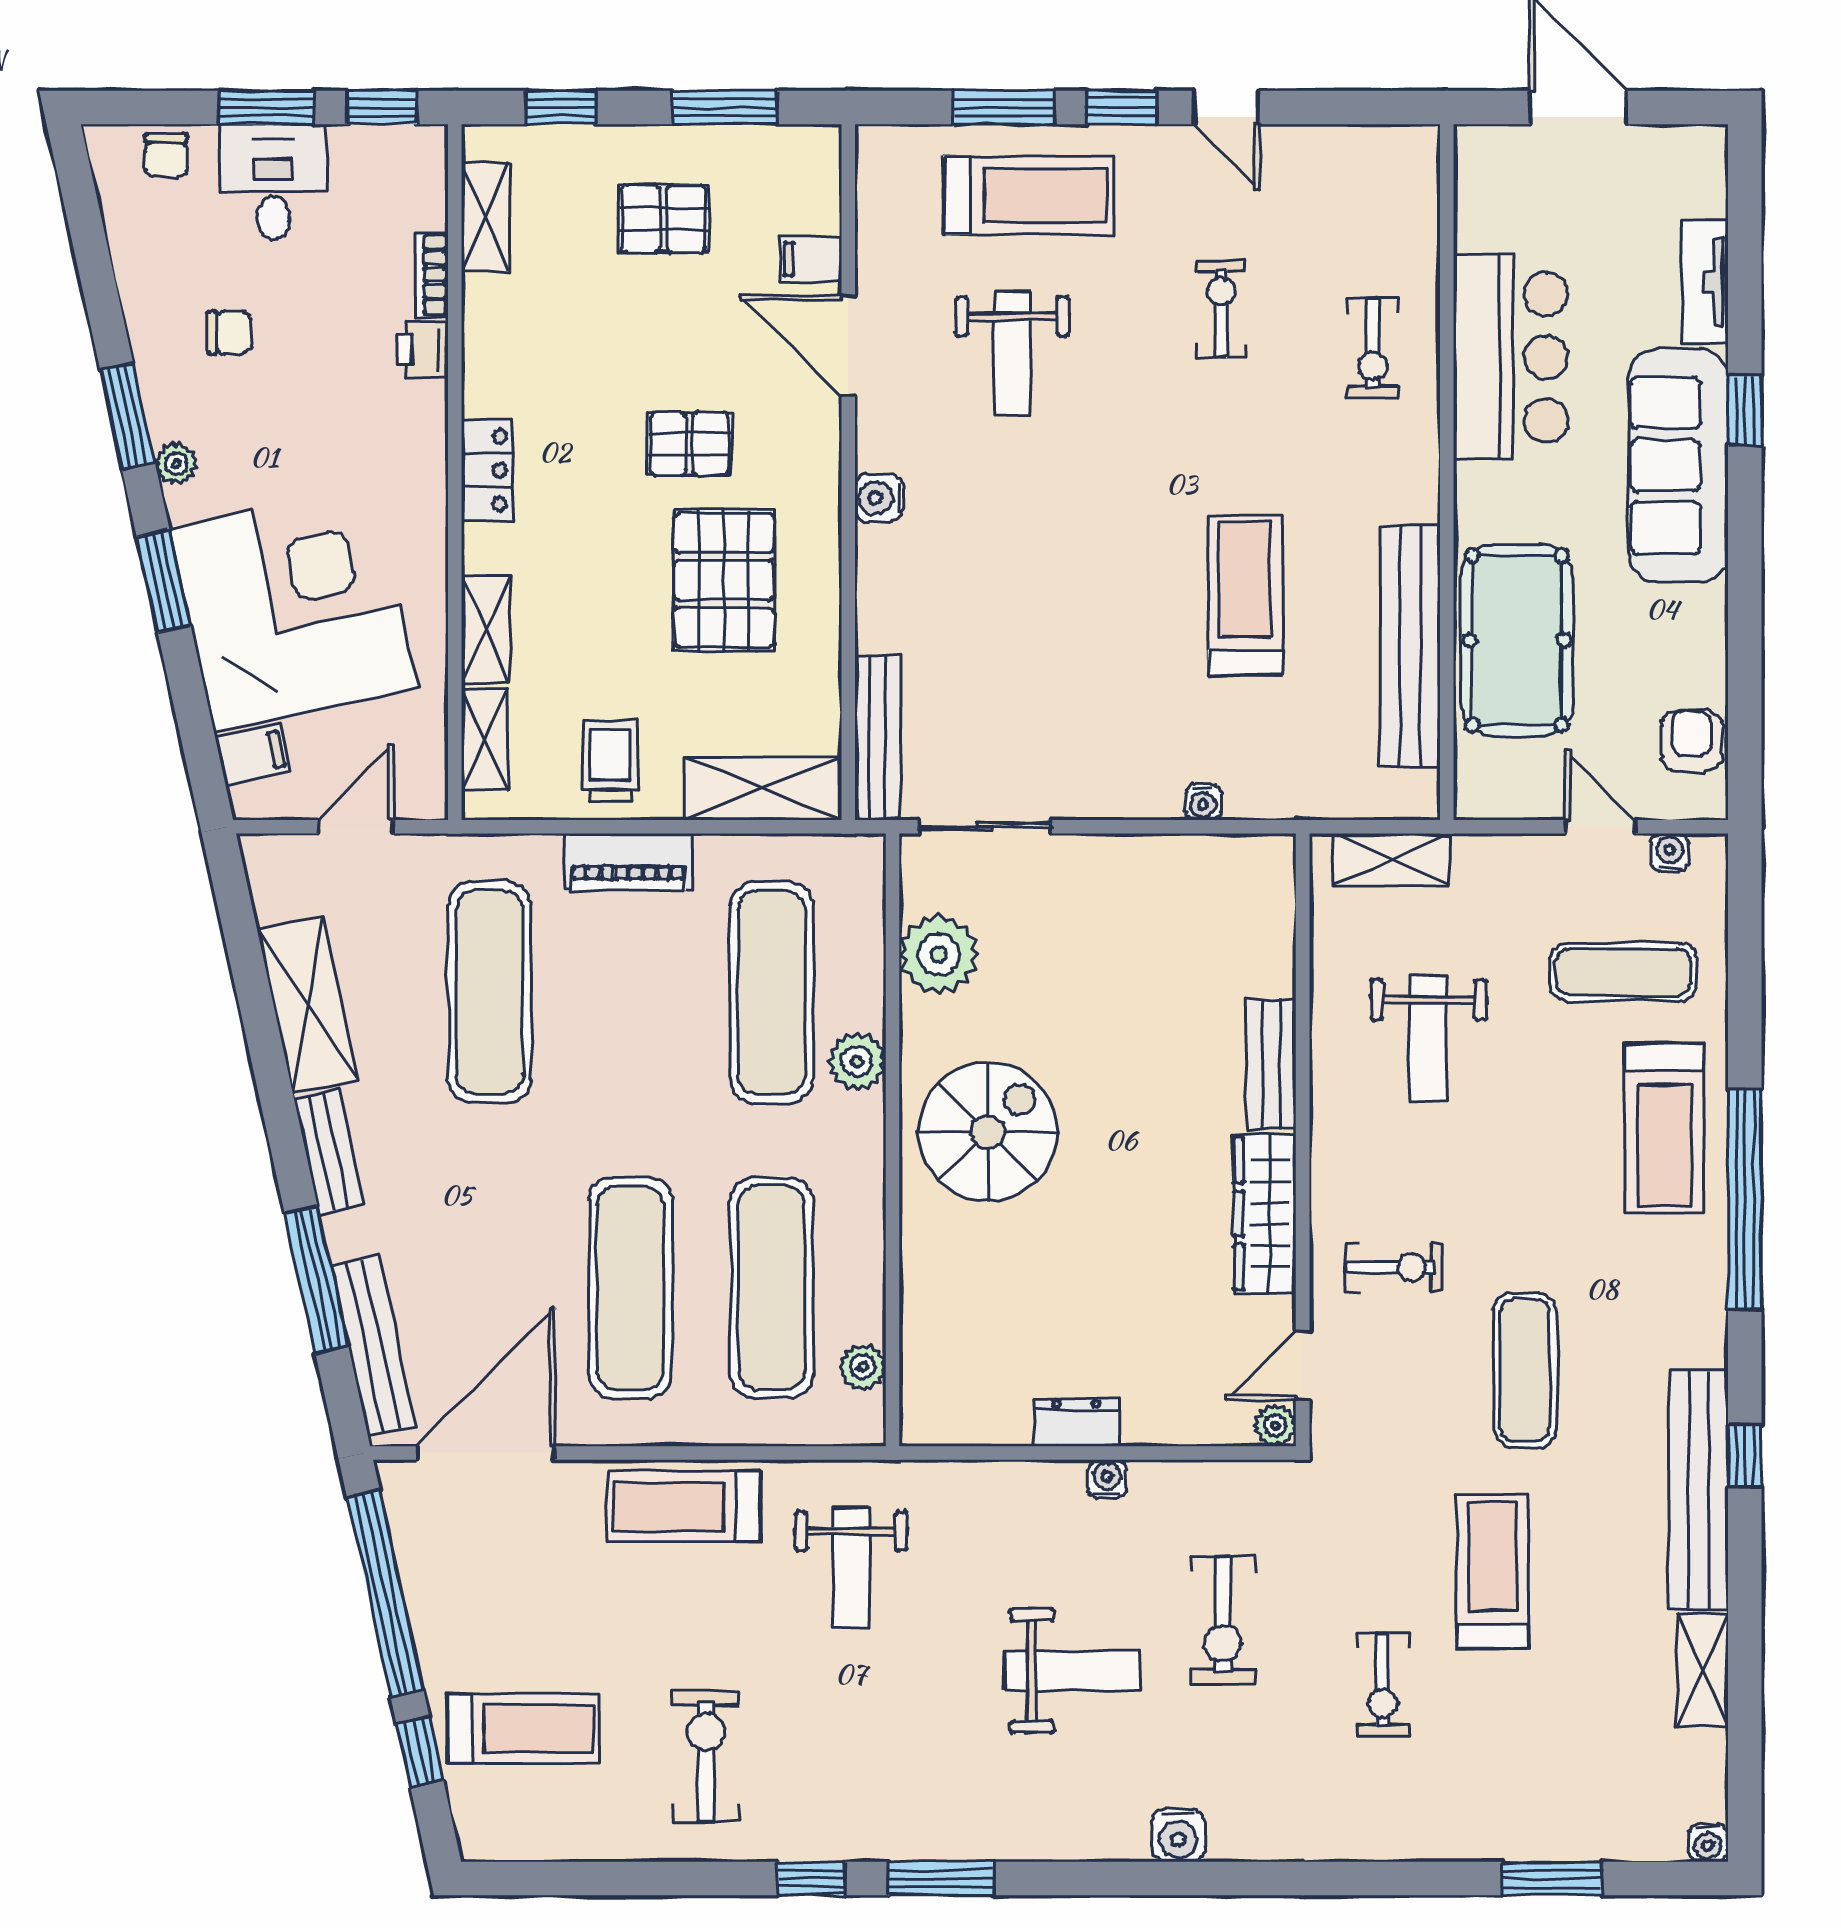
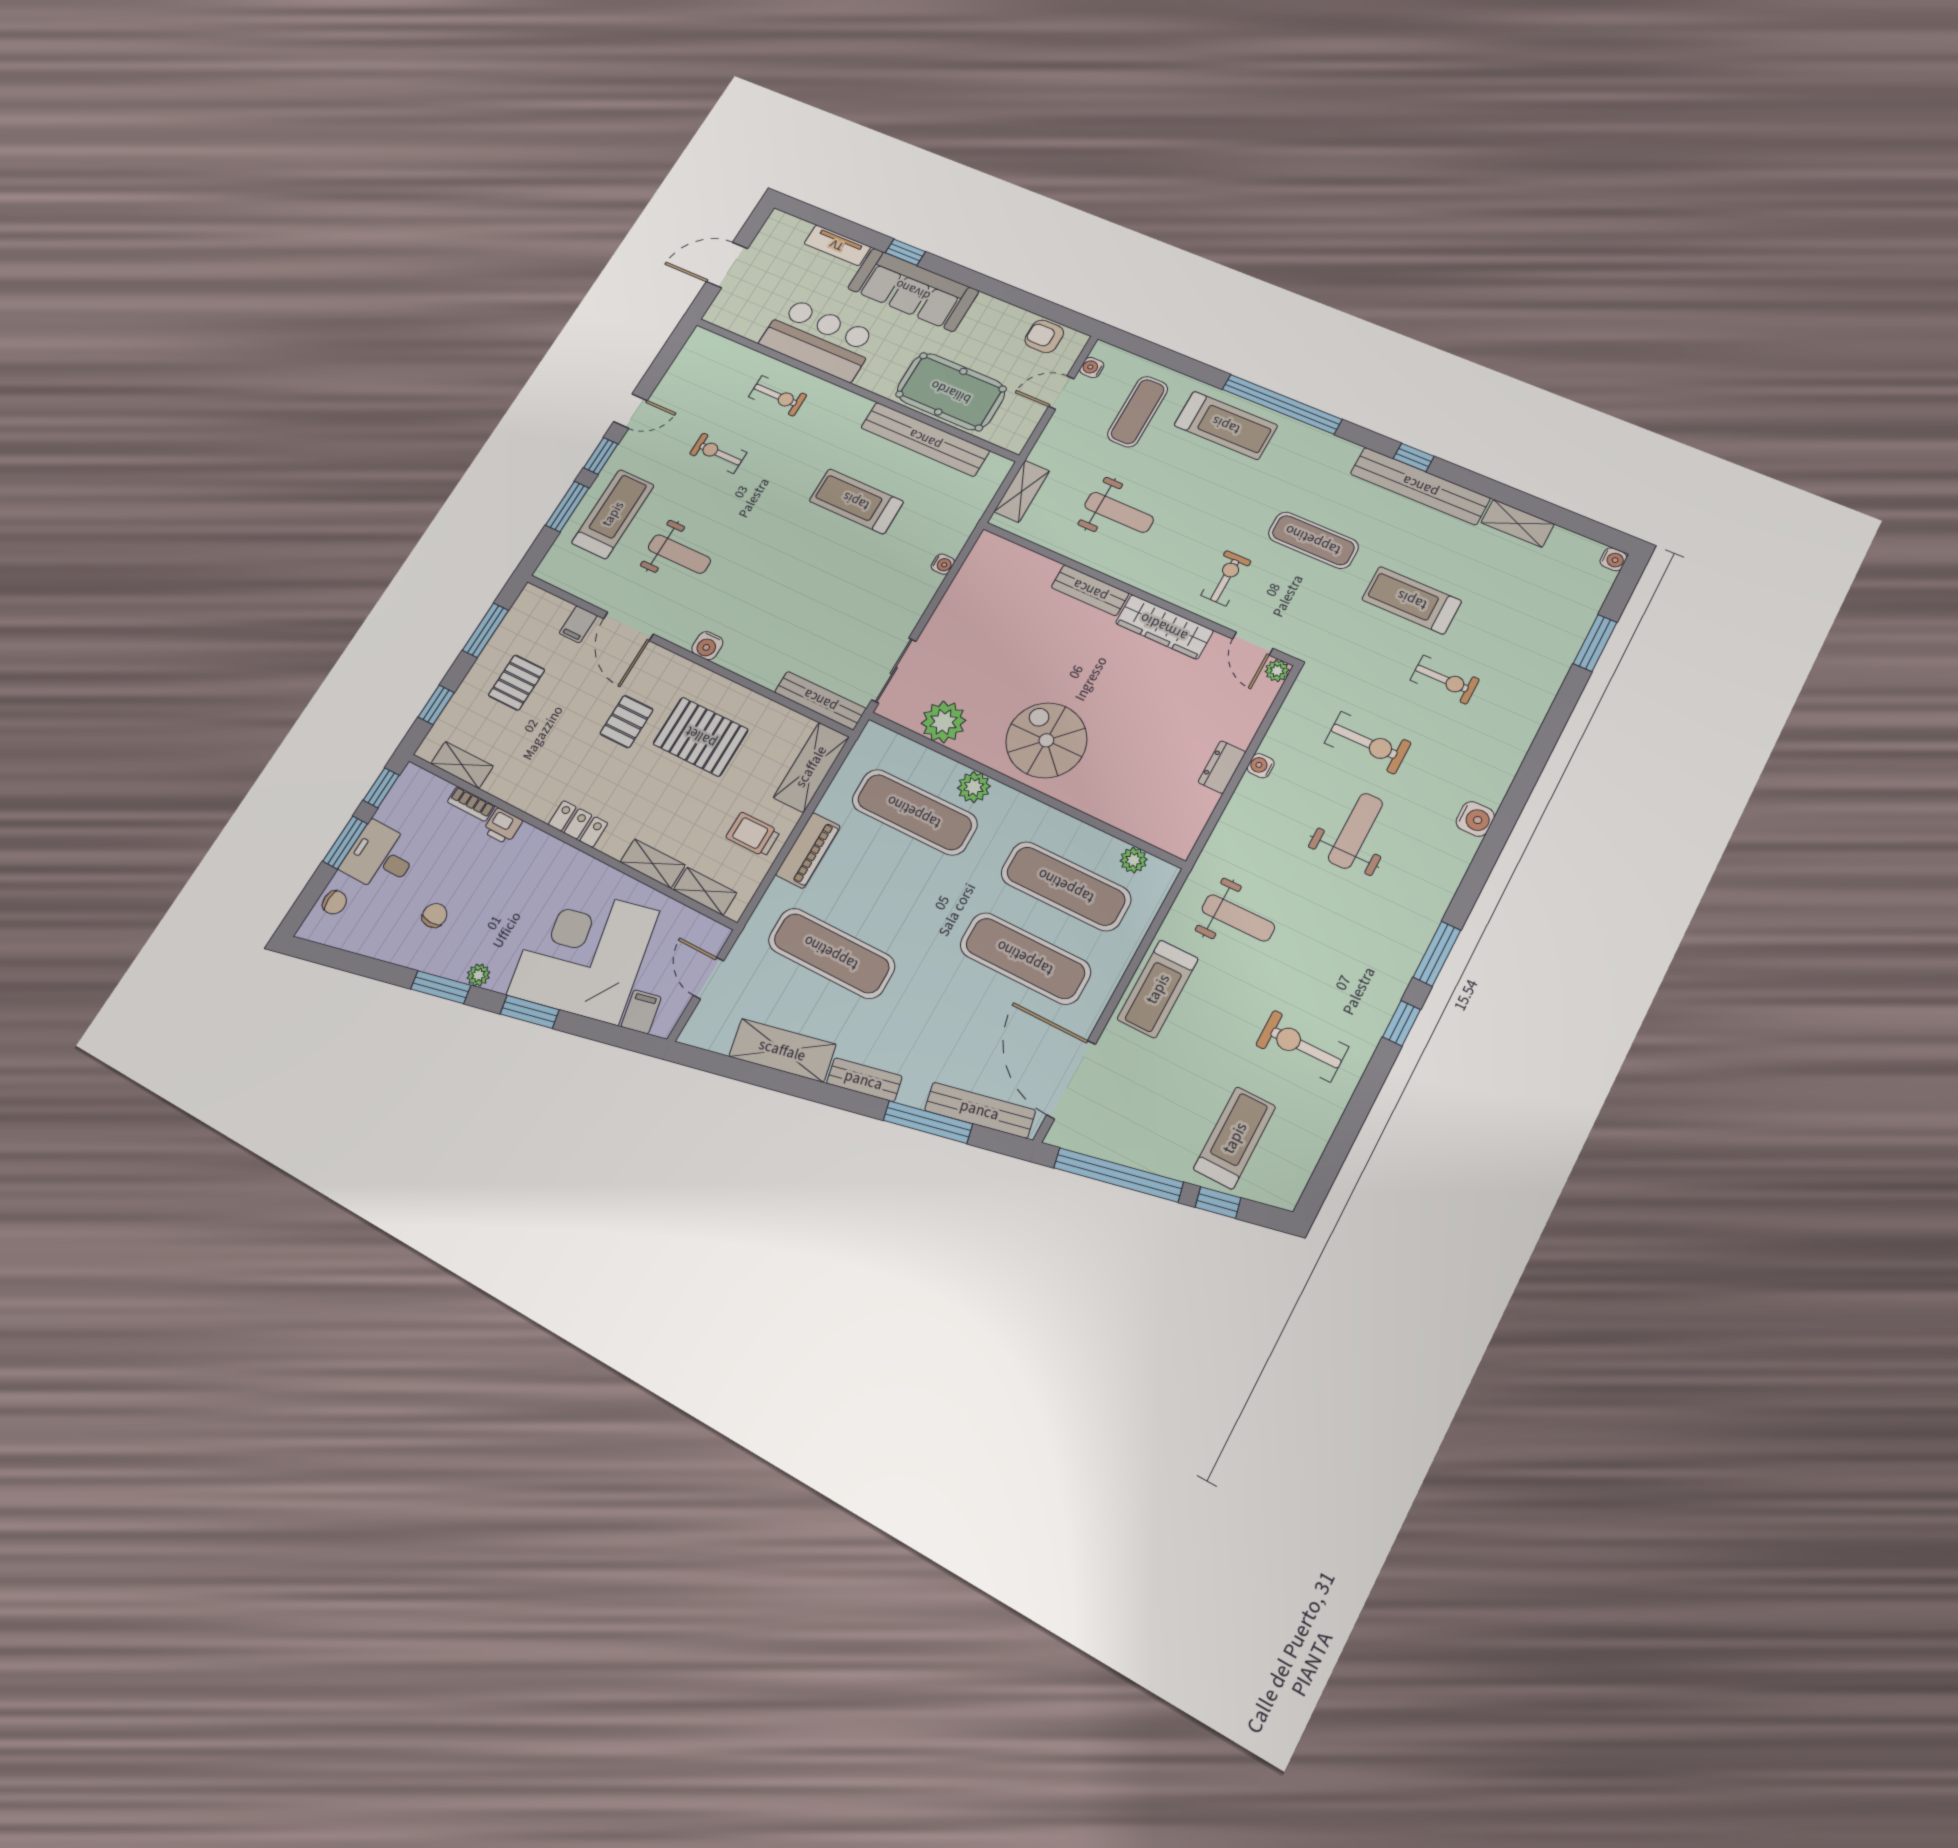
door: (848, 346) -> (628, 626), hinge flipped

